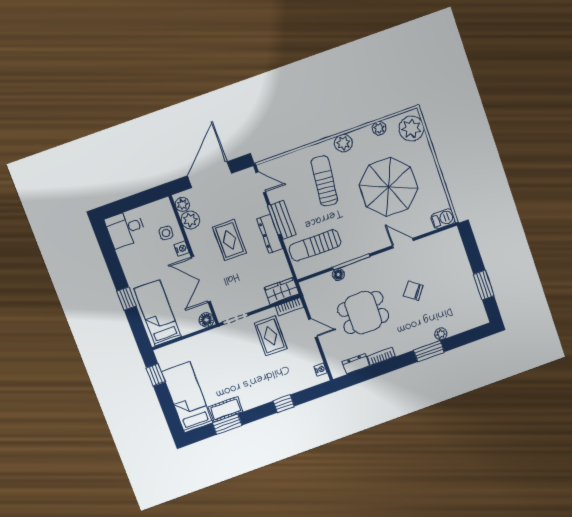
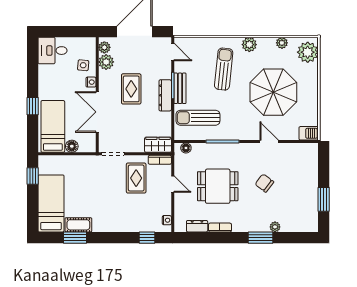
floor lamp: (338, 275) -> (186, 148), moved
floor lamp: (206, 320) -> (72, 146), moved
window: (284, 404) -> (147, 238), moved

